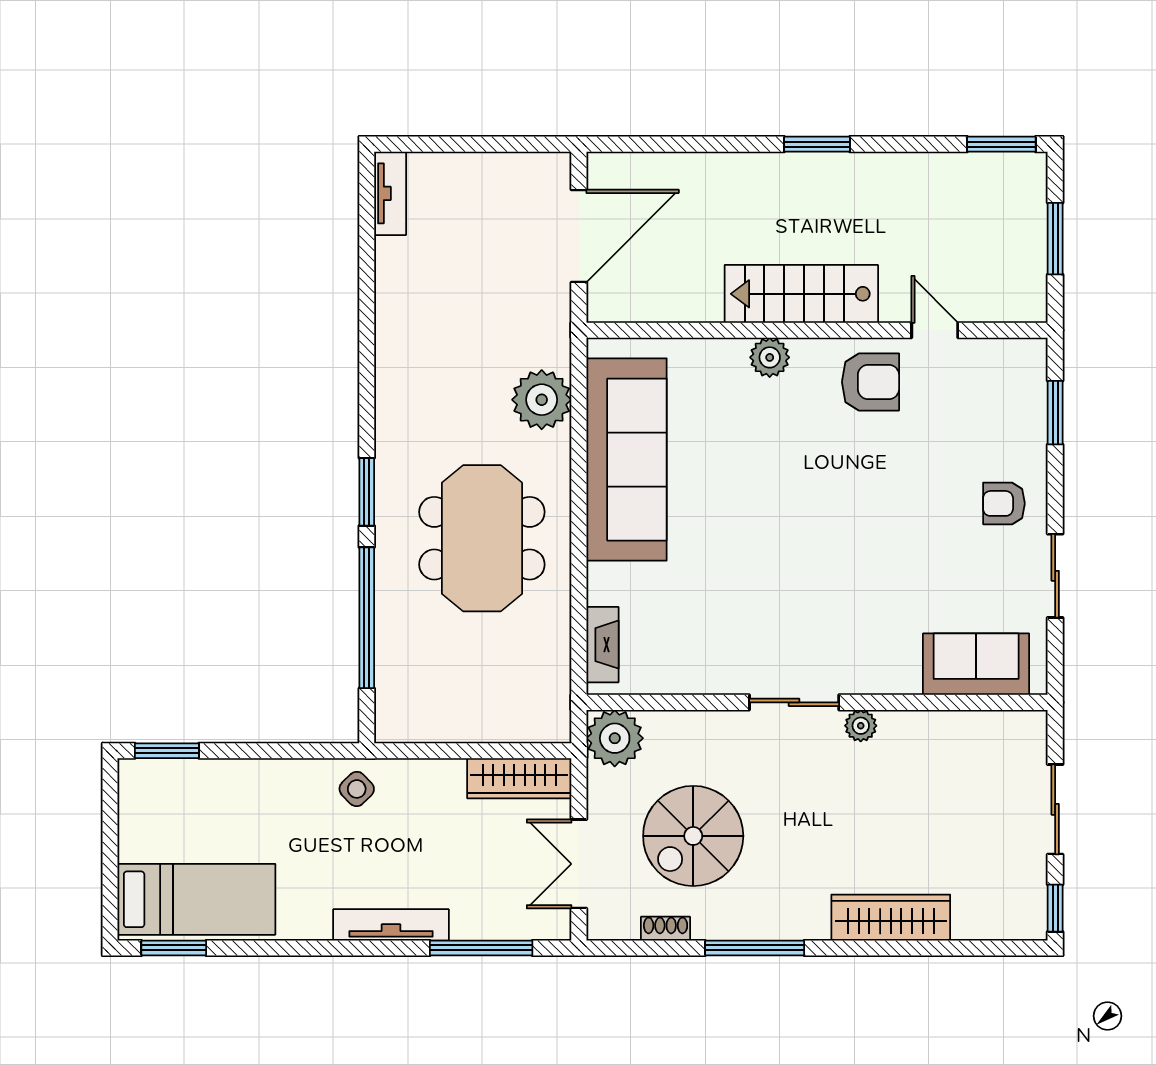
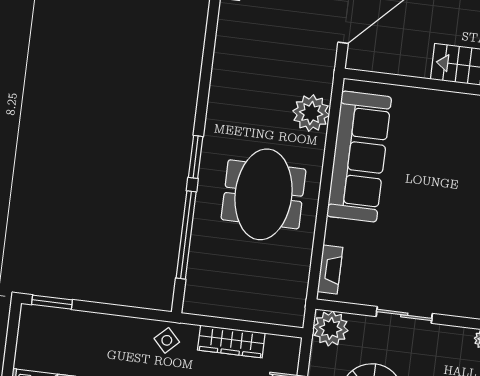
plant: (770, 357) -> (456, 104), removed
sliding door: (794, 702) -> (404, 315), moved
wardrobe: (519, 778) -> (231, 342), moved

